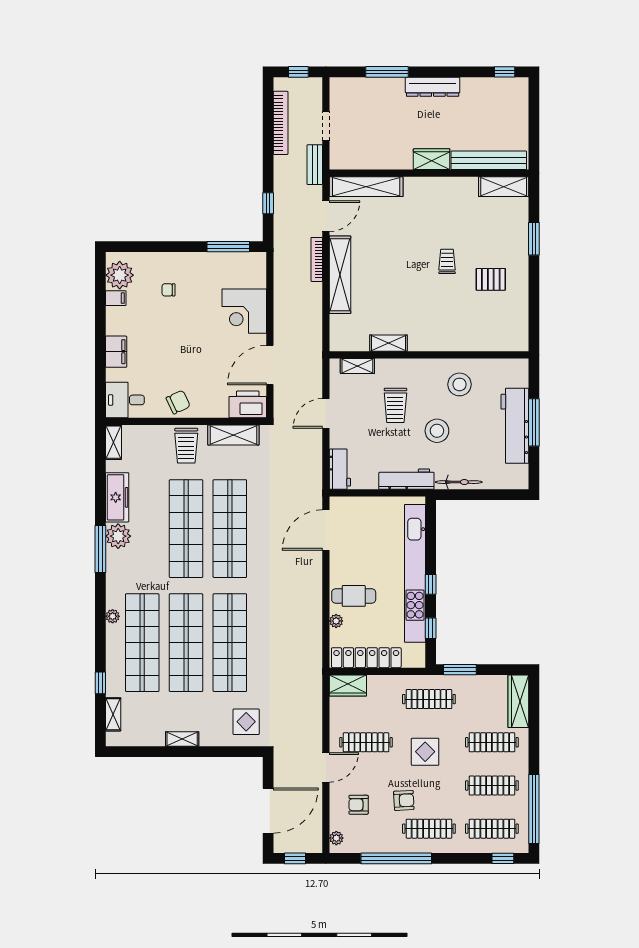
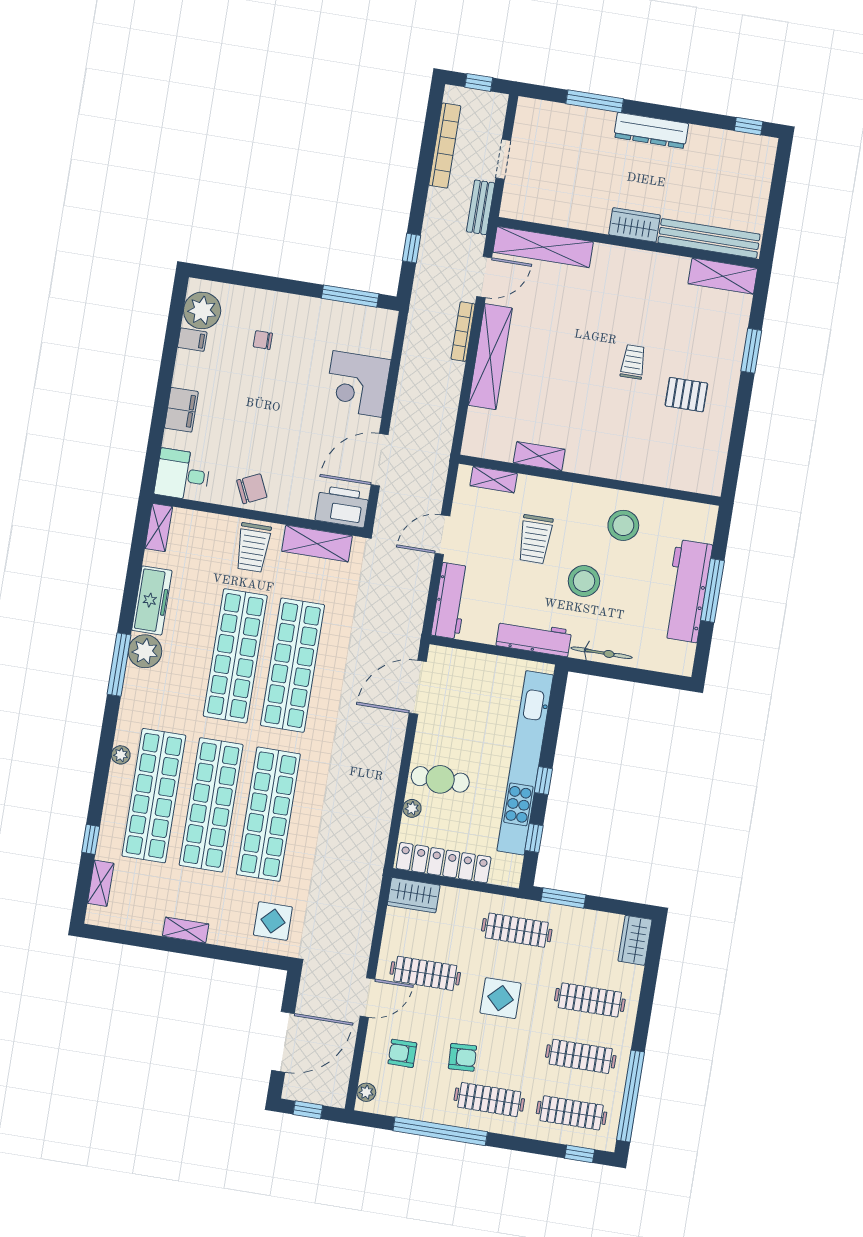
workbench: (340, 469) -> (451, 601), width x1.38
wardrobe: (518, 701) -> (635, 940), width x0.67

